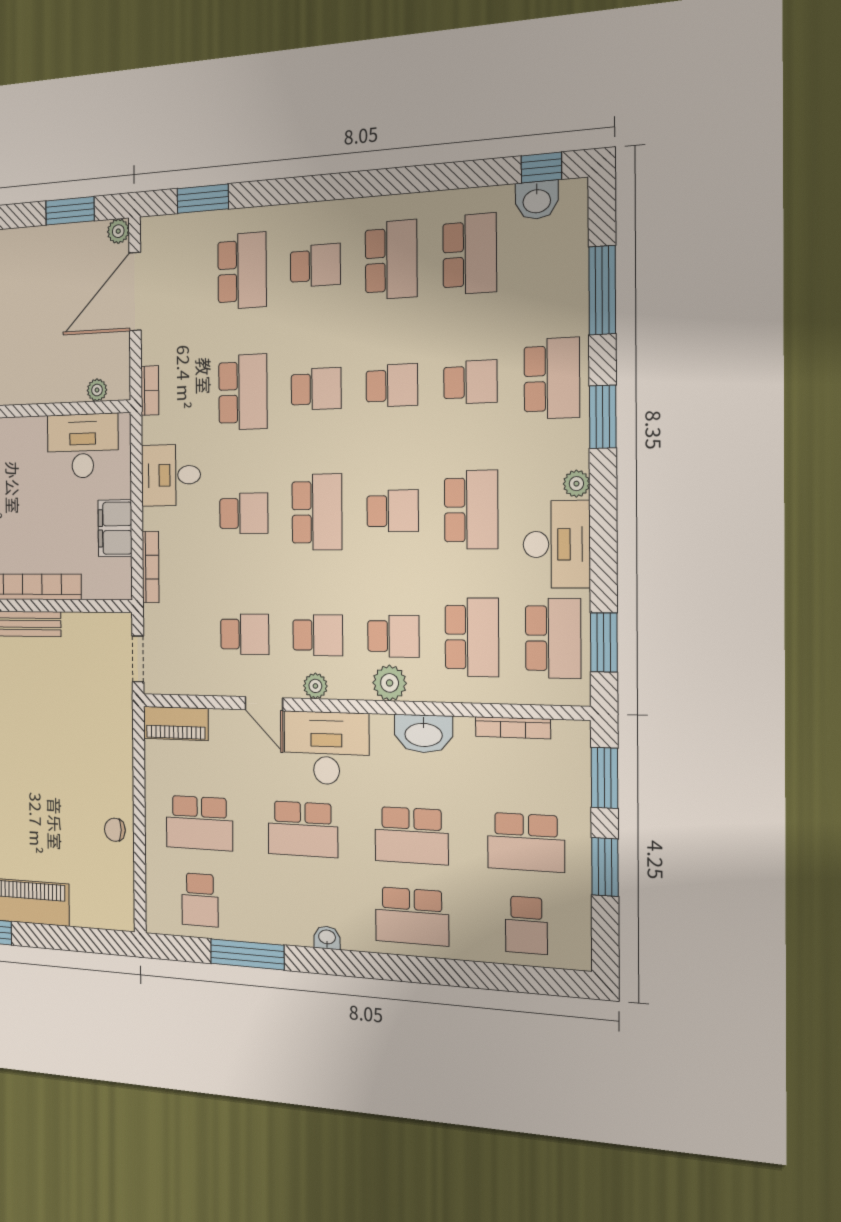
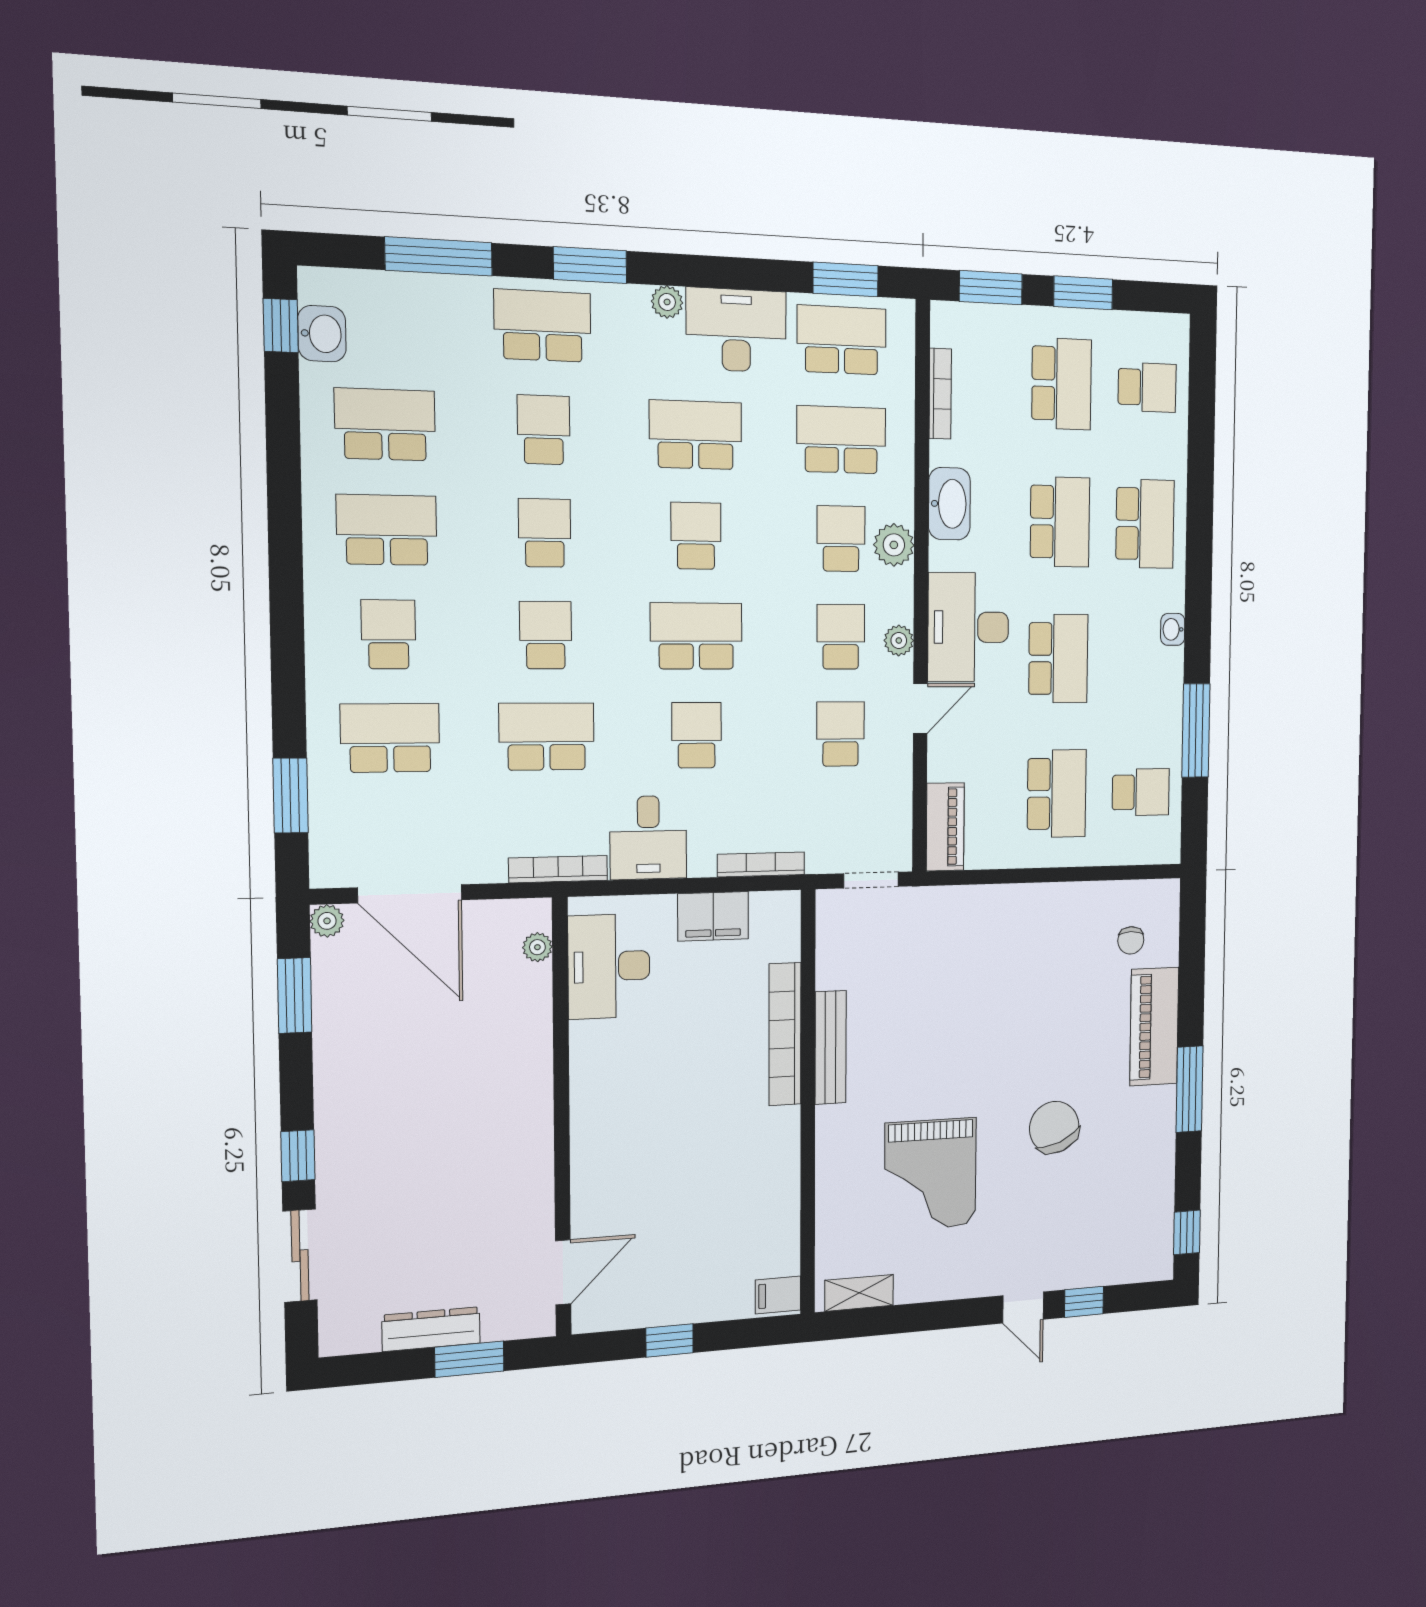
bookcase: (150, 391) -> (558, 869), width x1.56
chair: (115, 830) -> (1131, 940), moved

